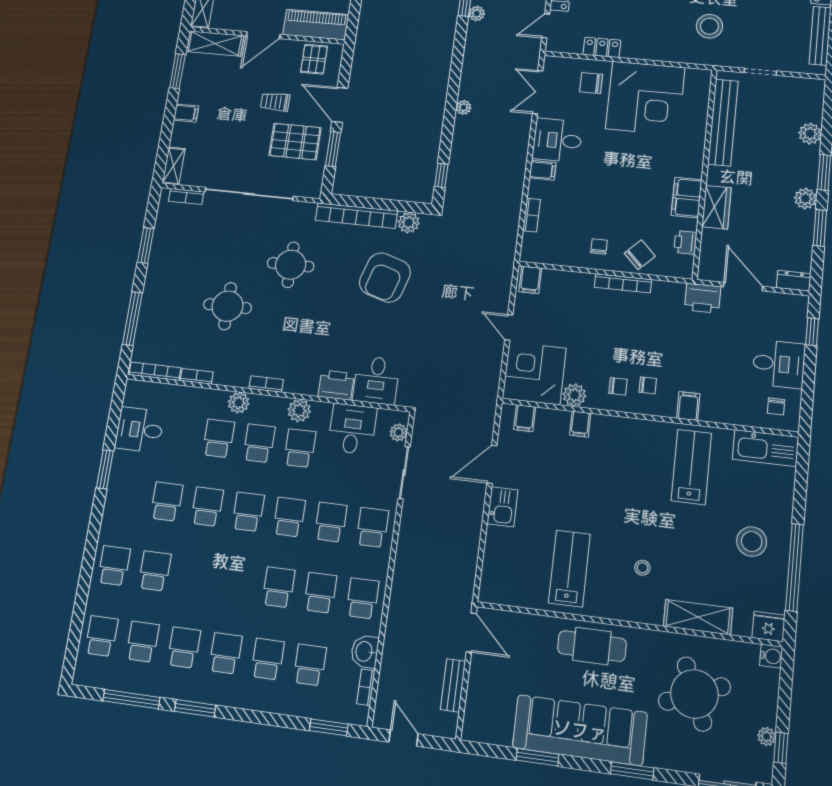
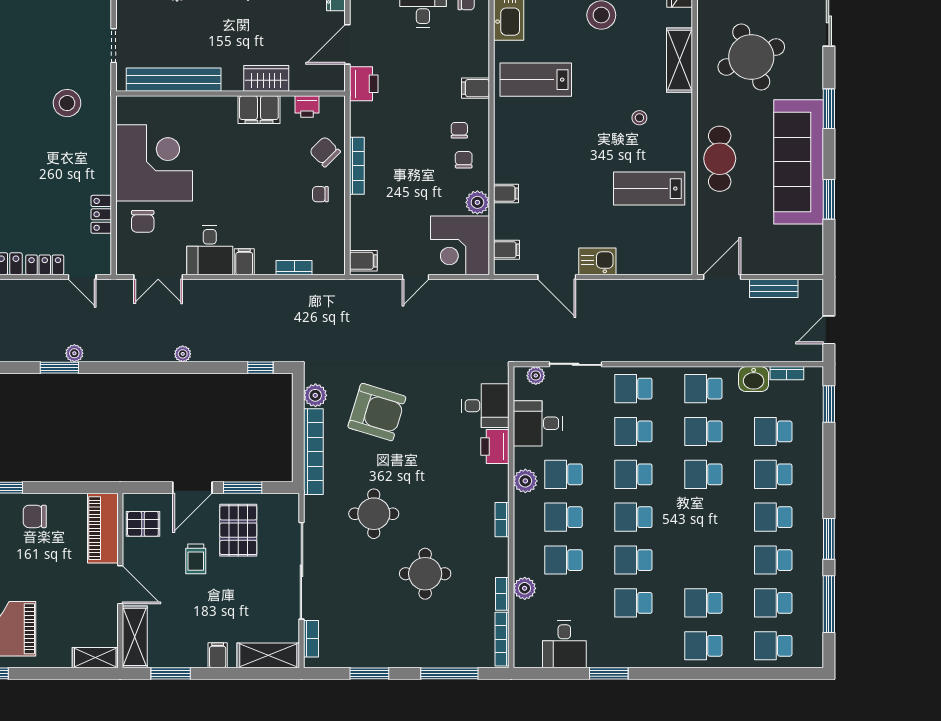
shelving: (174, 166) -> (268, 655), width x1.50, depth x1.33
plant: (239, 403) -> (525, 588), moved

